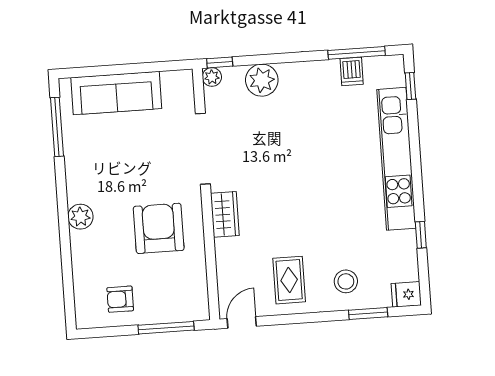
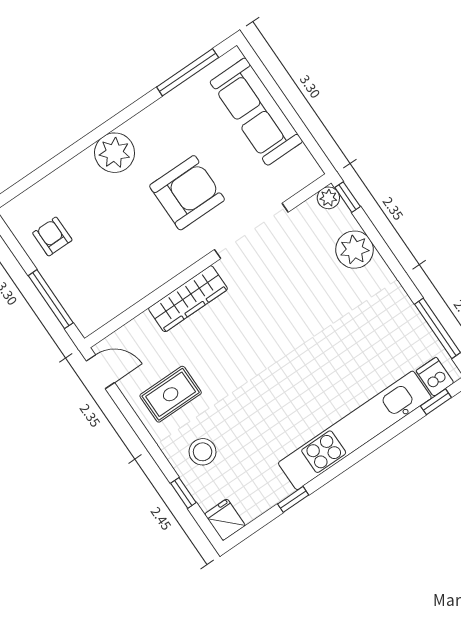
dishwasher: (352, 71) -> (435, 377), moved, turned 90
wardrobe: (225, 214) -> (188, 299), width x1.50
plant: (80, 217) -> (115, 153), width x1.36, depth x1.36
armchair: (159, 228) -> (187, 193), moved
window: (368, 314) -> (183, 493), width x0.67

